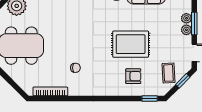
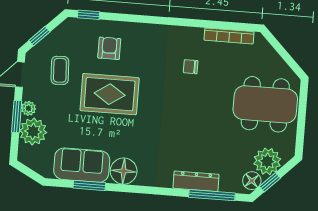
plant: (186, 18) -> (33, 131), width x1.88, depth x1.88
coffee table: (169, 73) -> (60, 70), moved
armchair: (133, 76) -> (109, 48), turned 90

